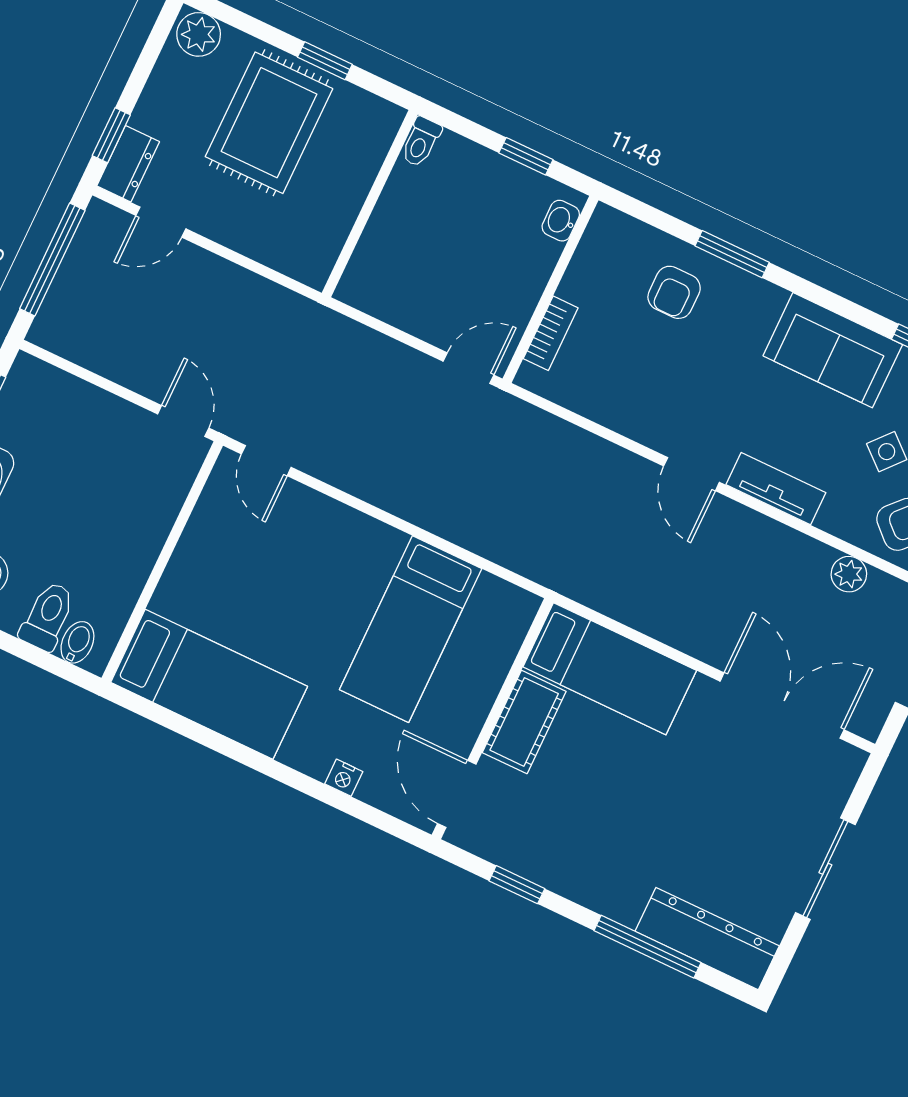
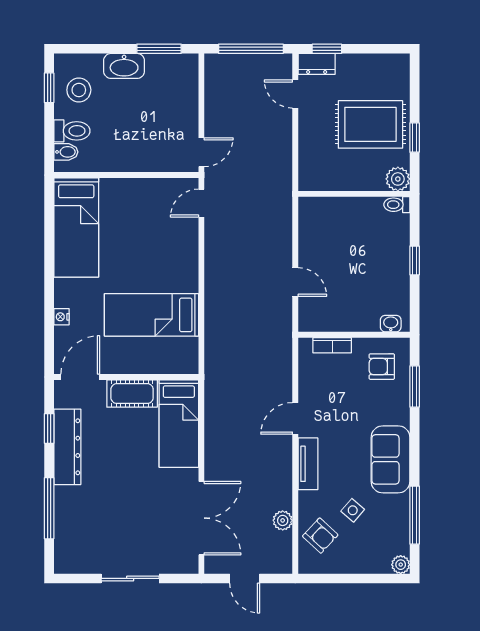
plant: (199, 34) -> (398, 179), moved
washbasin: (561, 221) -> (391, 324), moved
wall: (550, 289) -> (354, 335), moved
bookcase: (551, 333) -> (332, 345), moved
dresser: (707, 939) -> (67, 447), moved

